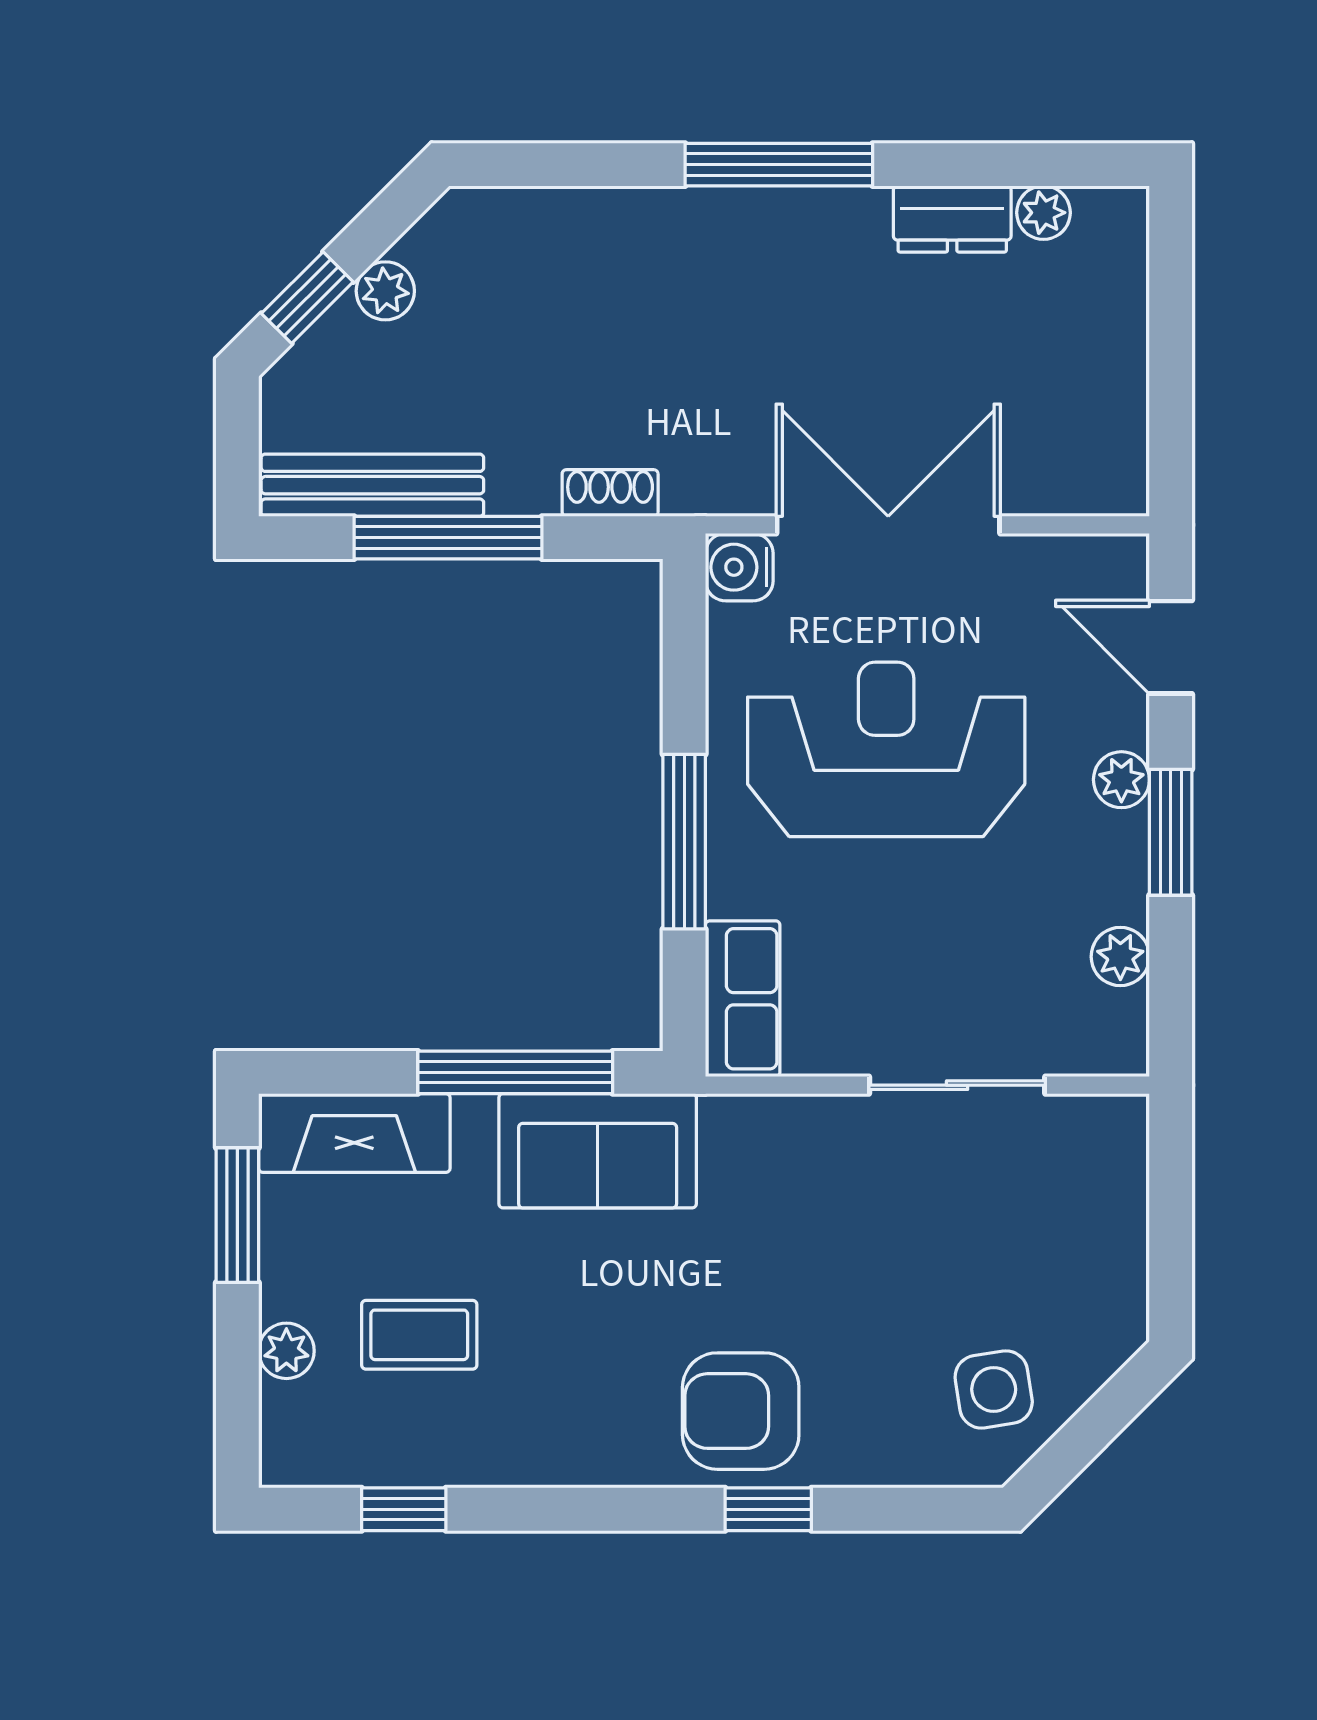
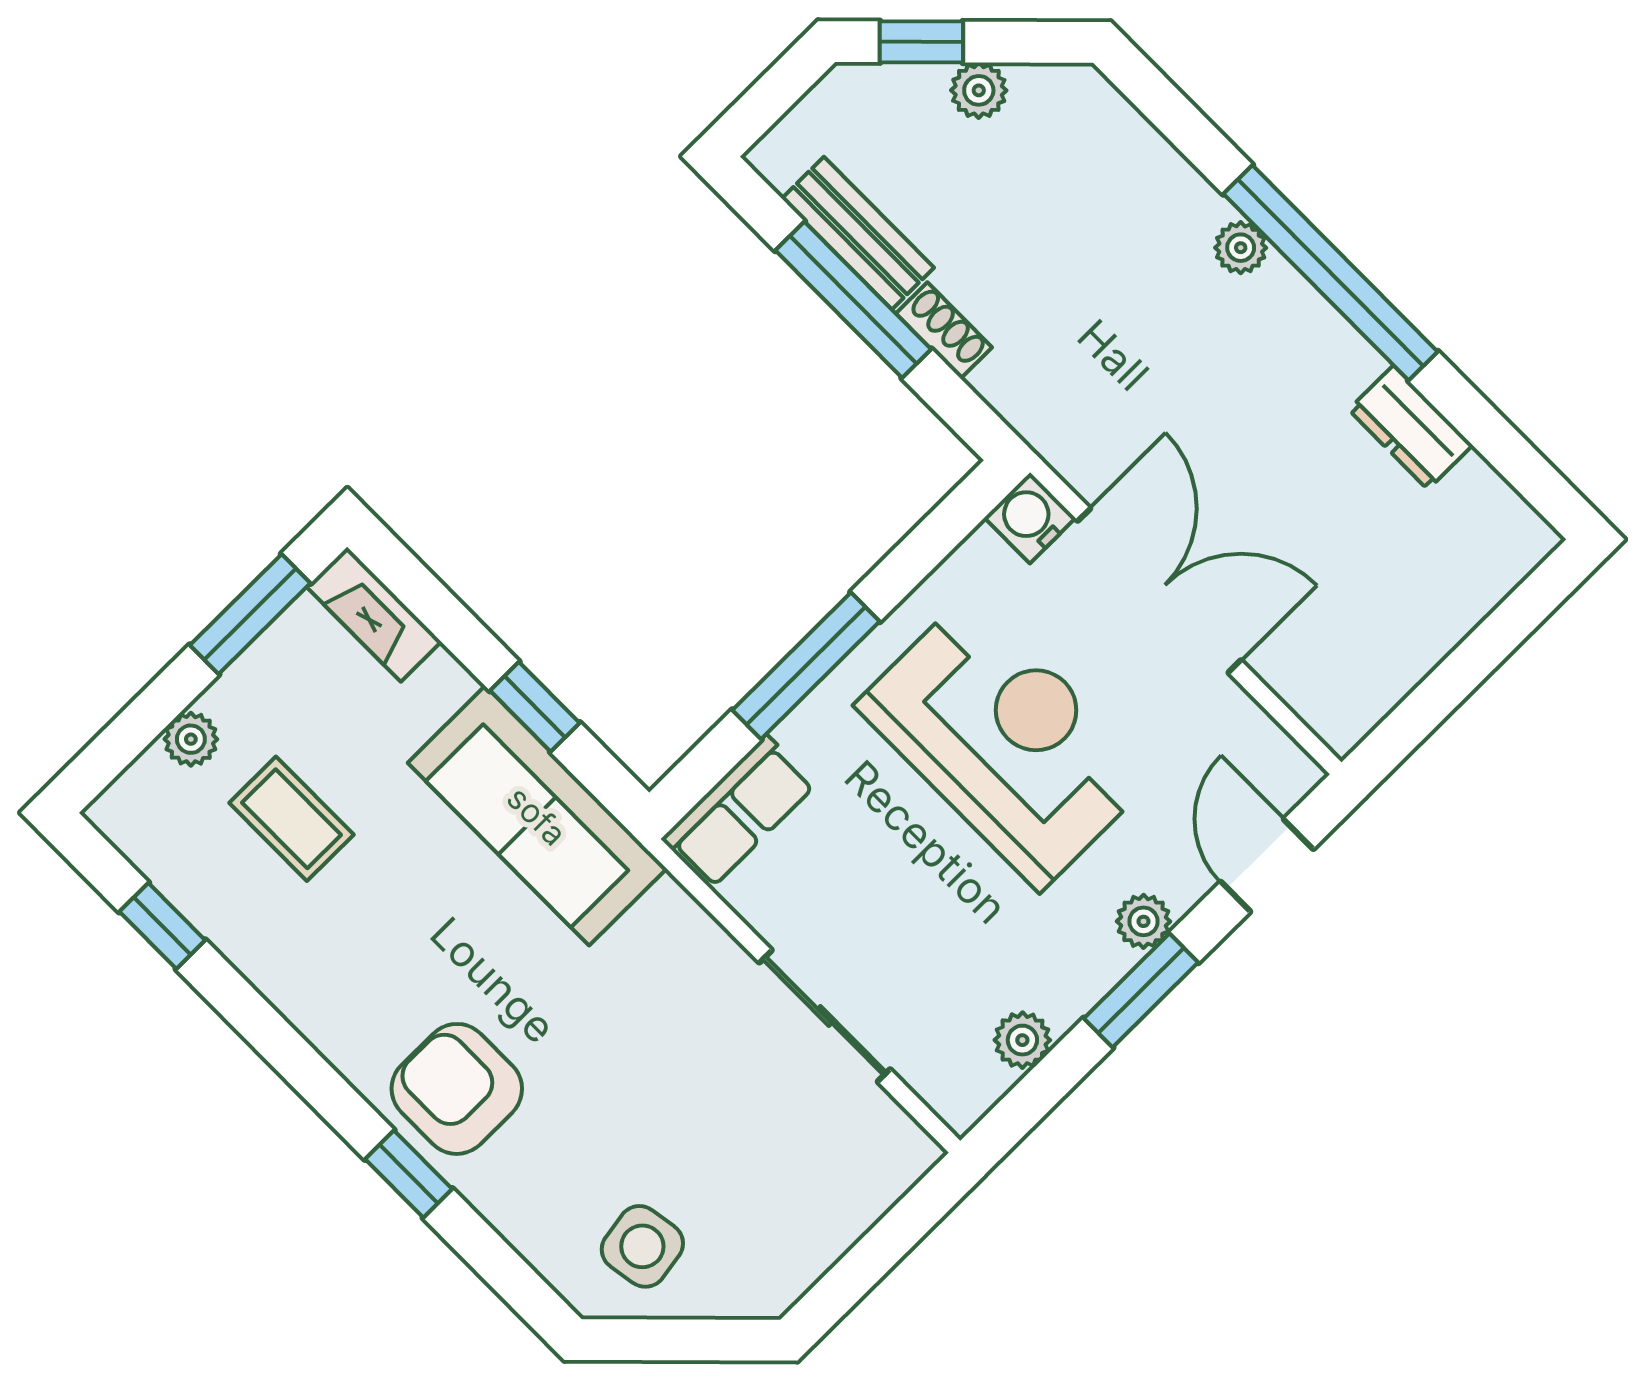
window: (779, 165) -> (1330, 273), width x1.46
plant: (1043, 213) -> (1241, 248), moved
bench: (372, 485) -> (858, 233), width x0.73
shoe rack: (610, 493) -> (944, 330), moved
window: (515, 1072) -> (535, 707), width x0.46
fireplace: (354, 1133) -> (374, 614), width x0.73, depth x0.76
sofa: (598, 1151) -> (537, 816), width x1.36

